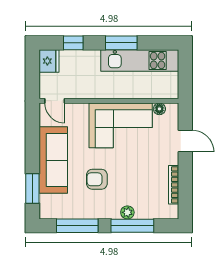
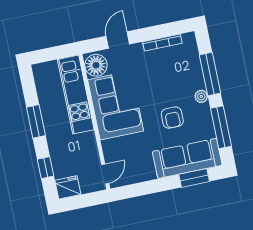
kitchen unit: (140, 60) -> (76, 95), moved, turned 180
floor lamp: (159, 109) -> (96, 65), width x1.89, depth x1.89
sofa: (53, 160) -> (187, 158), moved
plant: (127, 212) -> (201, 96), moved

